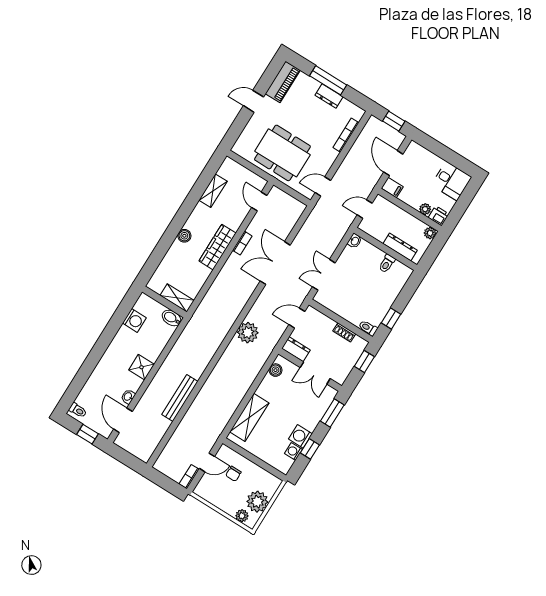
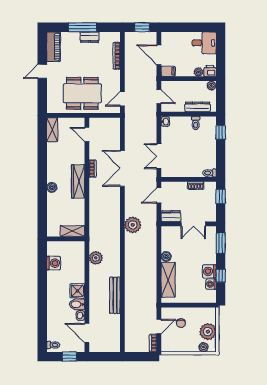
shelving: (213, 191) -> (52, 130), moved
door: (365, 209) -> (159, 97), swing flipped
bidet: (172, 318) -> (77, 304), moved
window: (391, 318) -> (221, 132), moved
plant: (184, 344) -> (96, 258), added
boiler: (275, 370) -> (166, 256), moved

